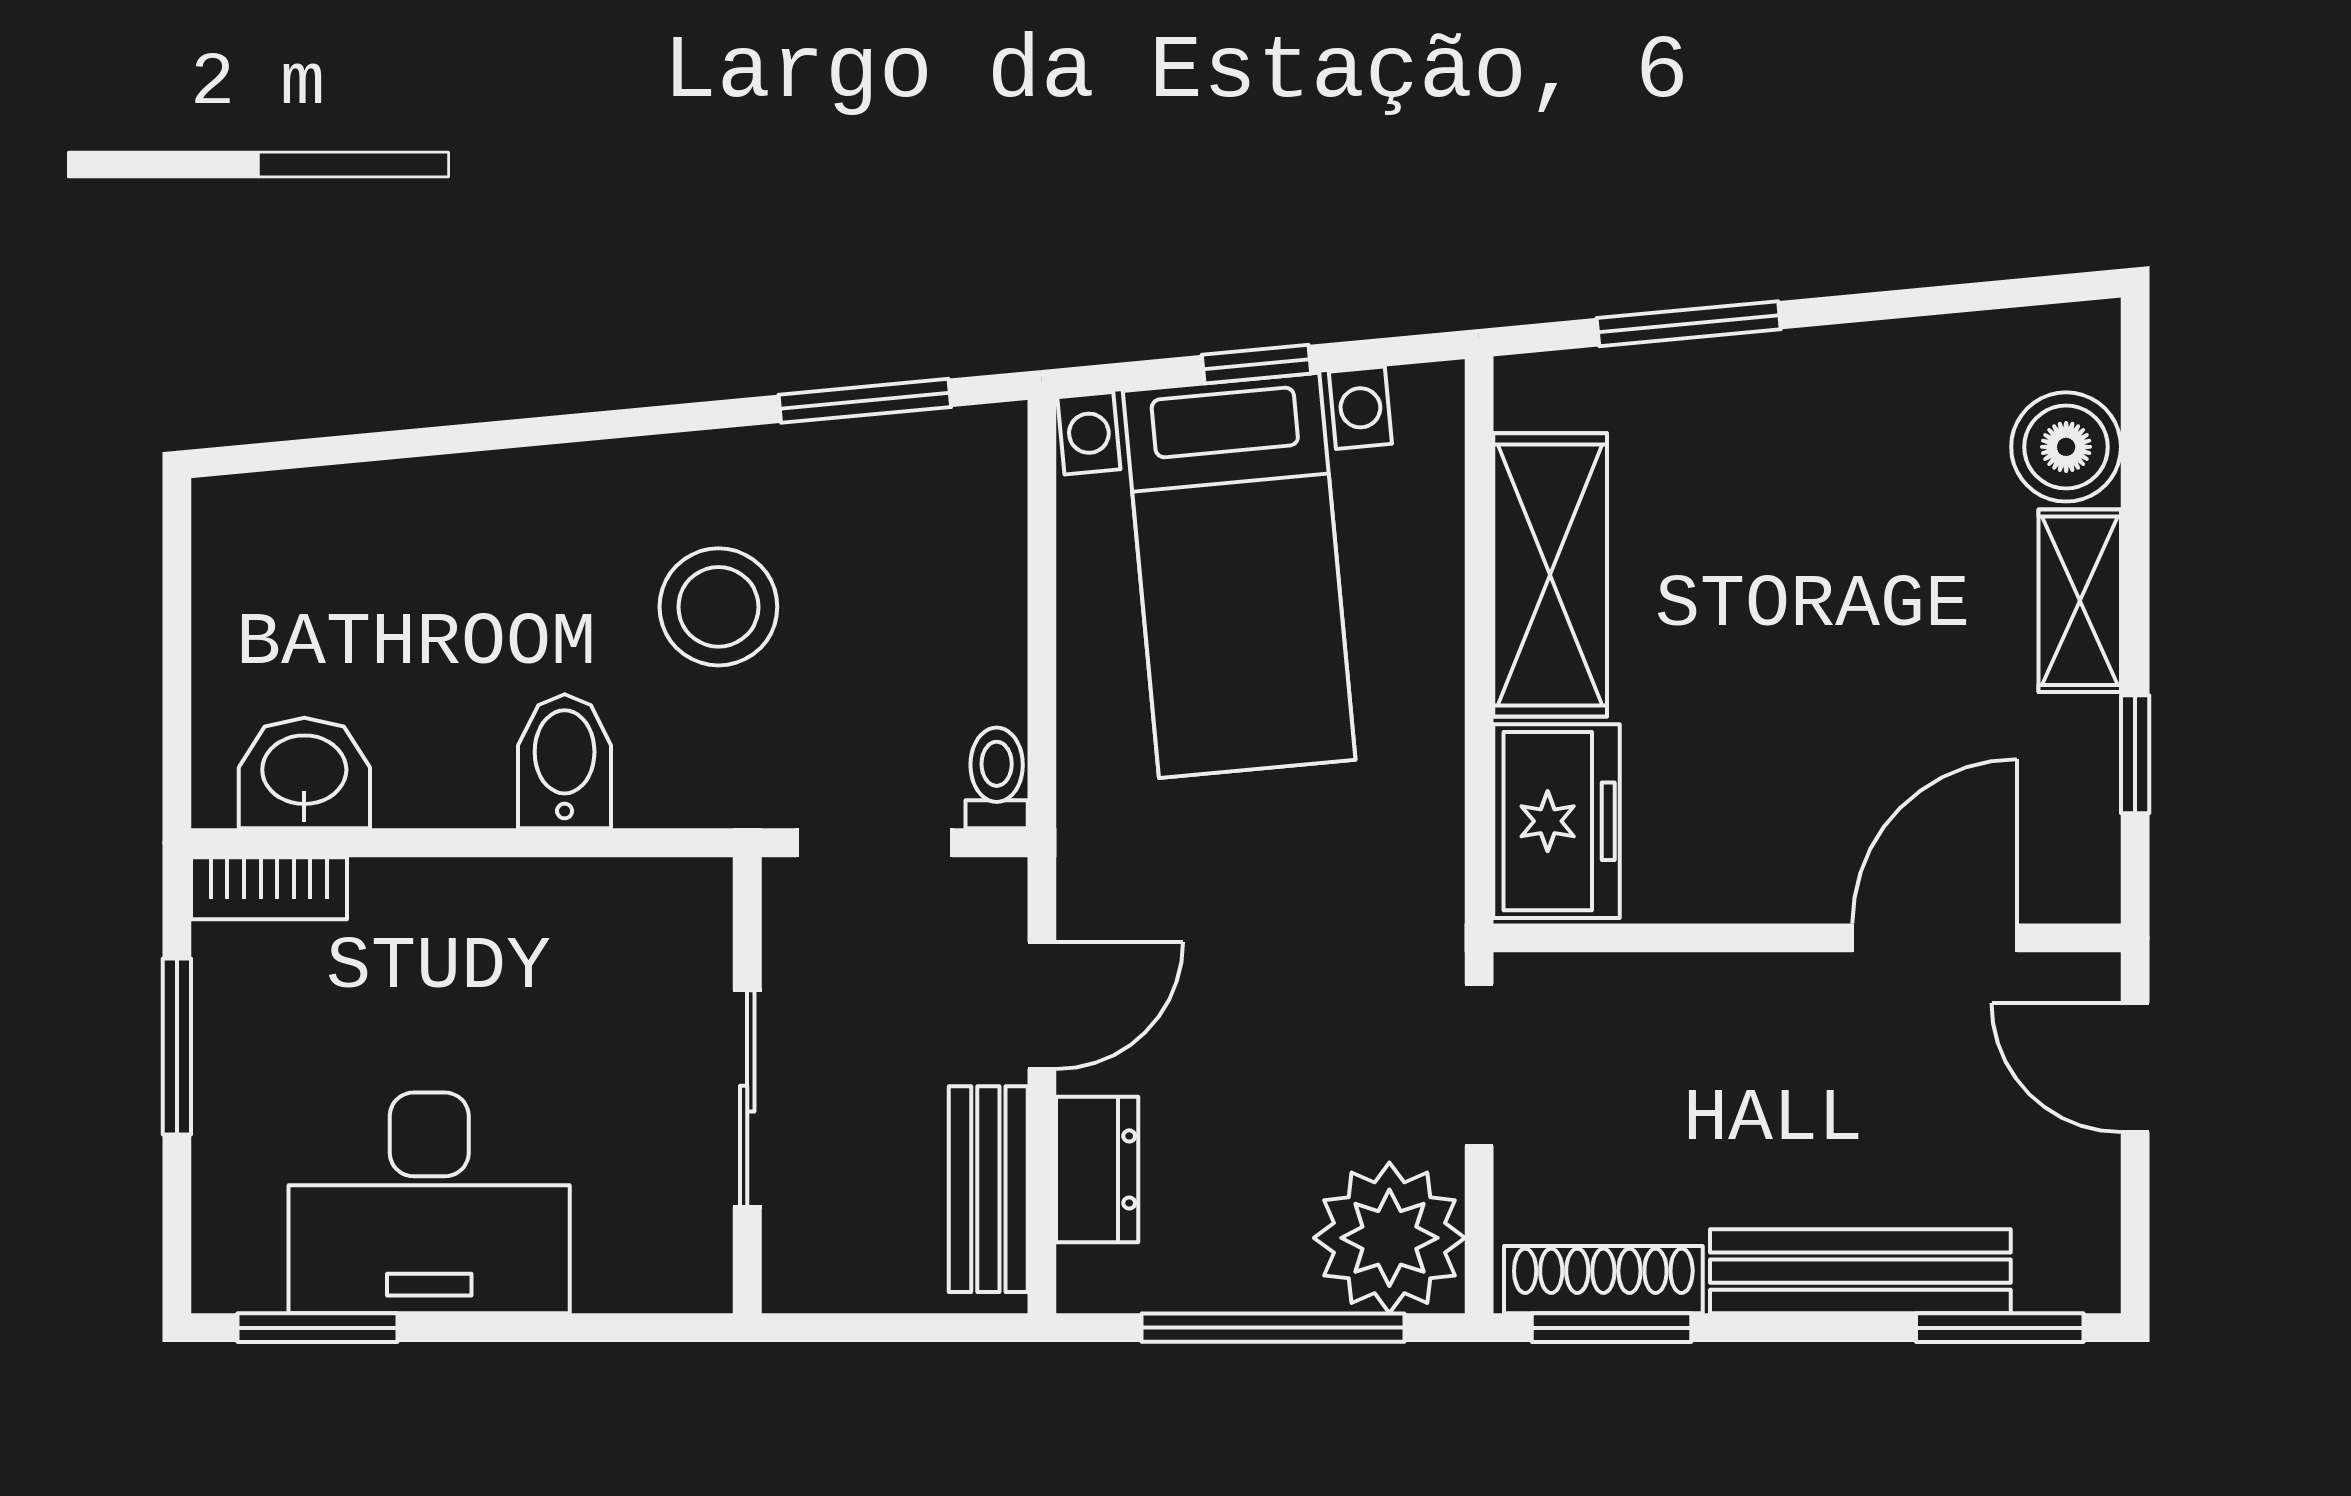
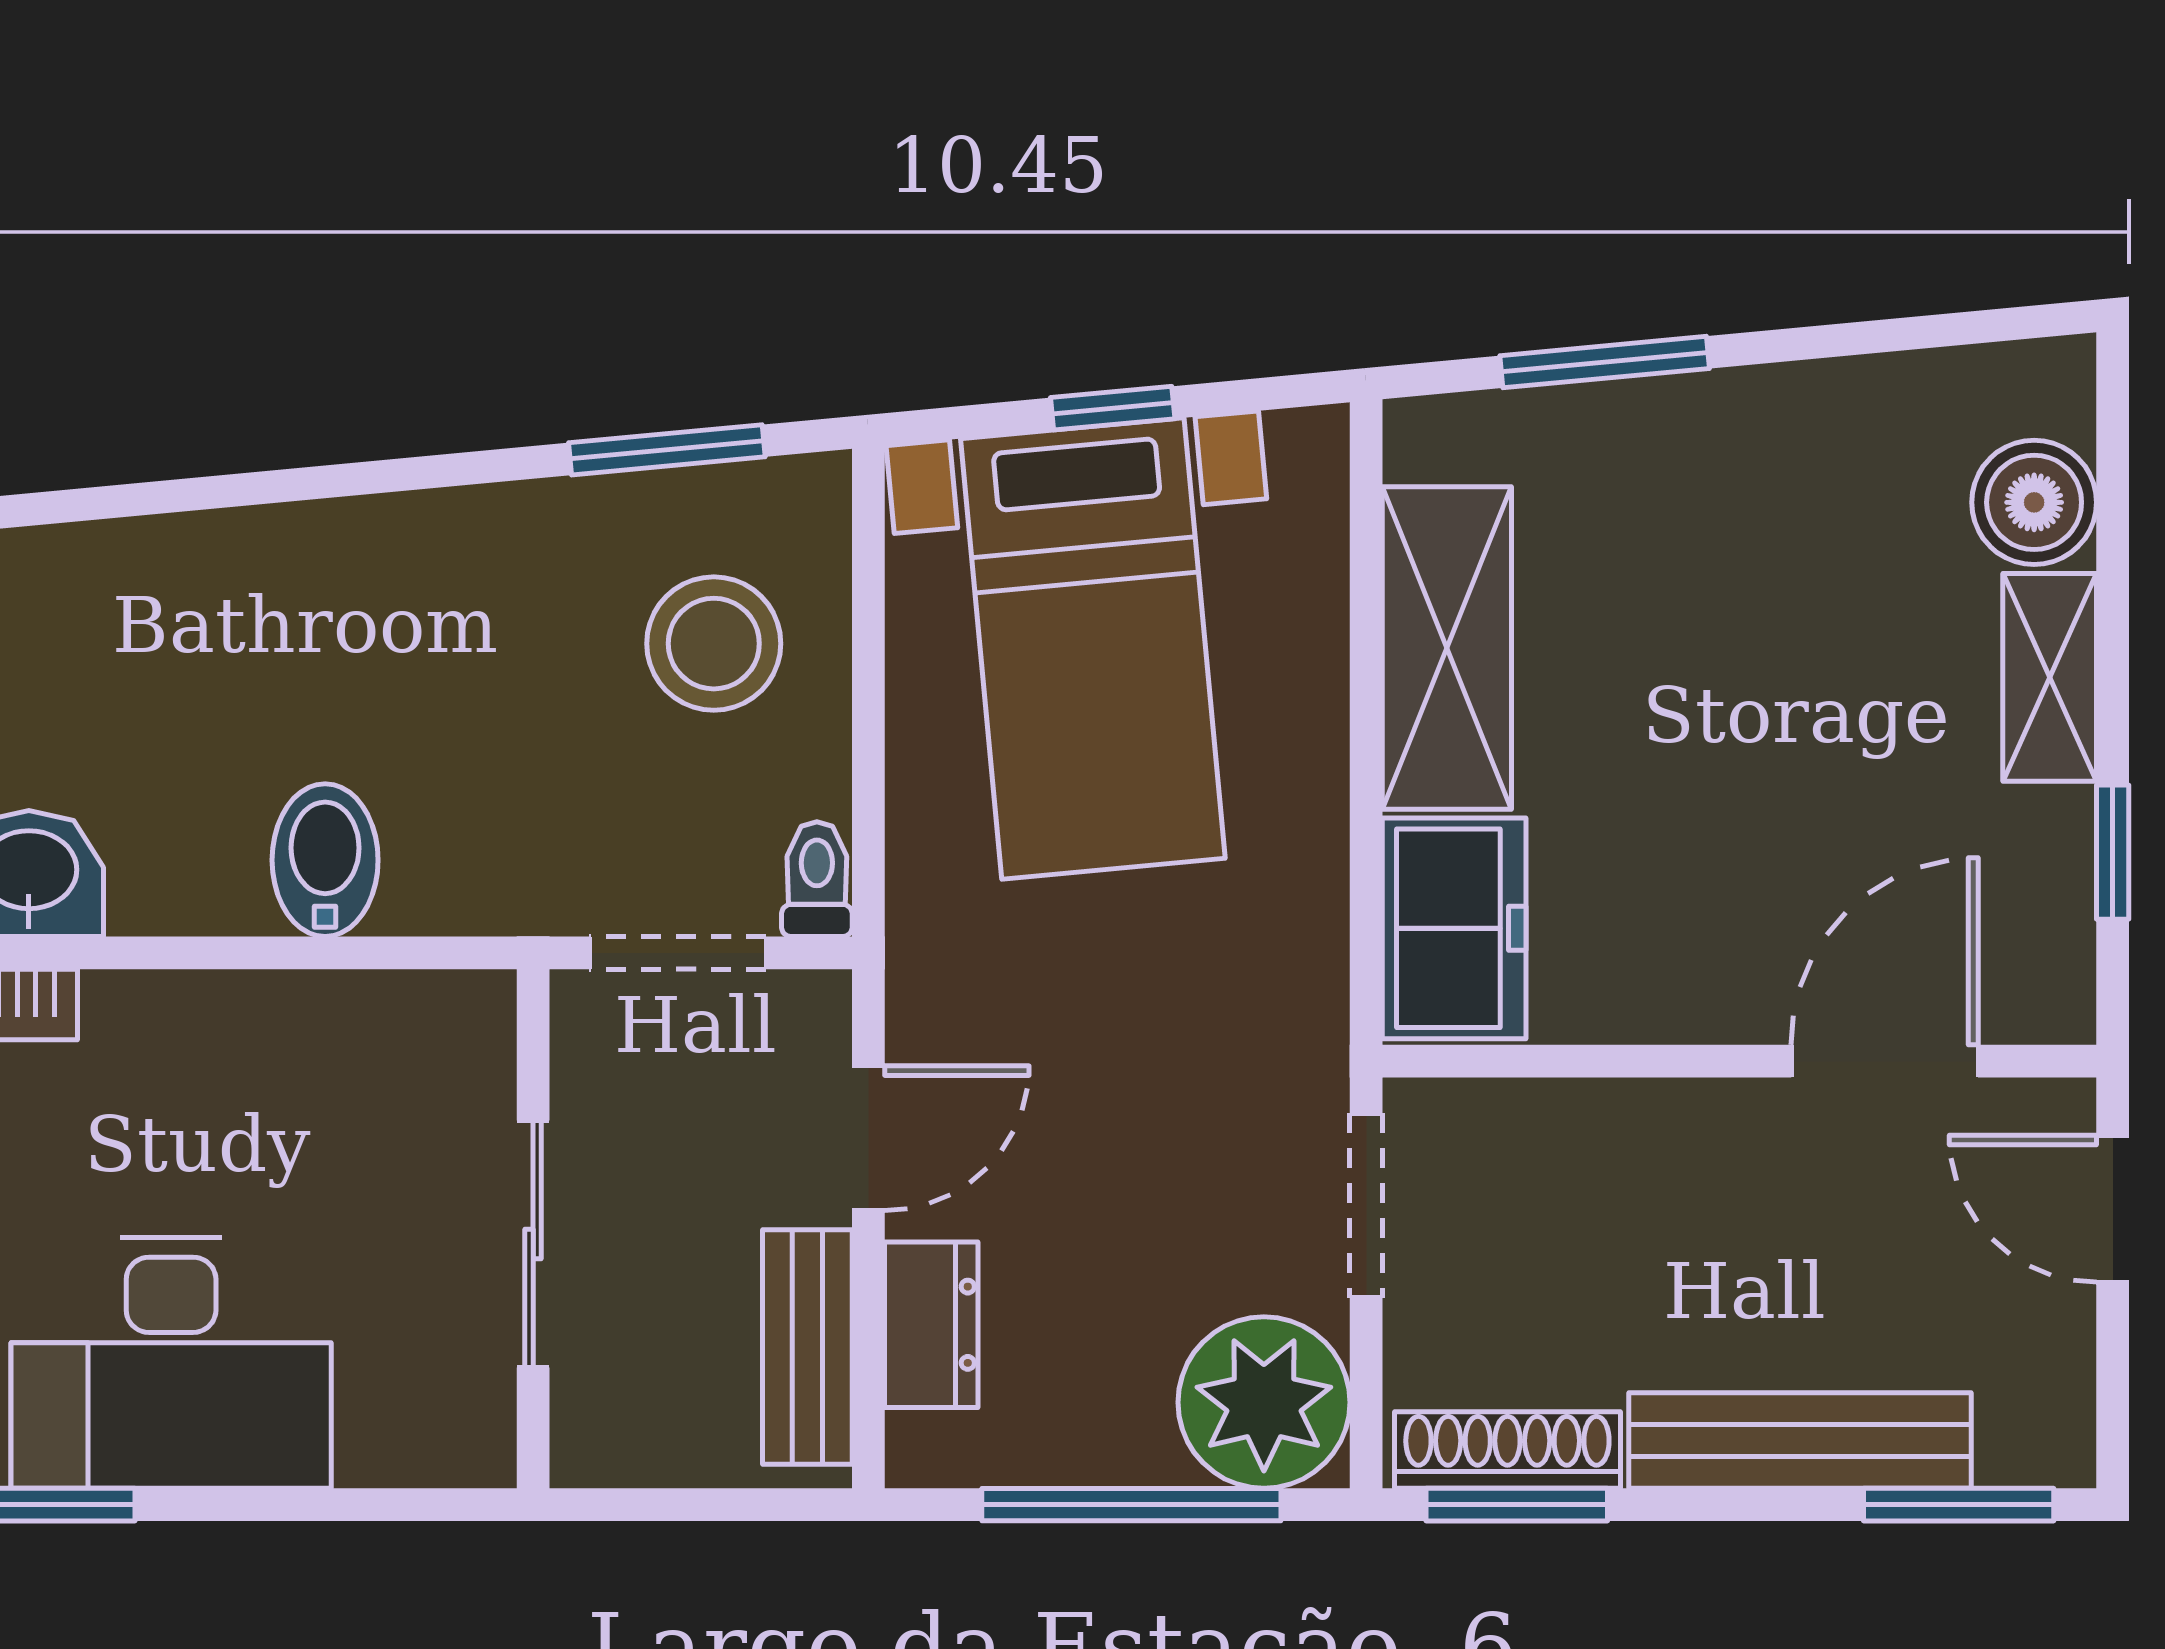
stool: (718, 607) -> (714, 644), moved

